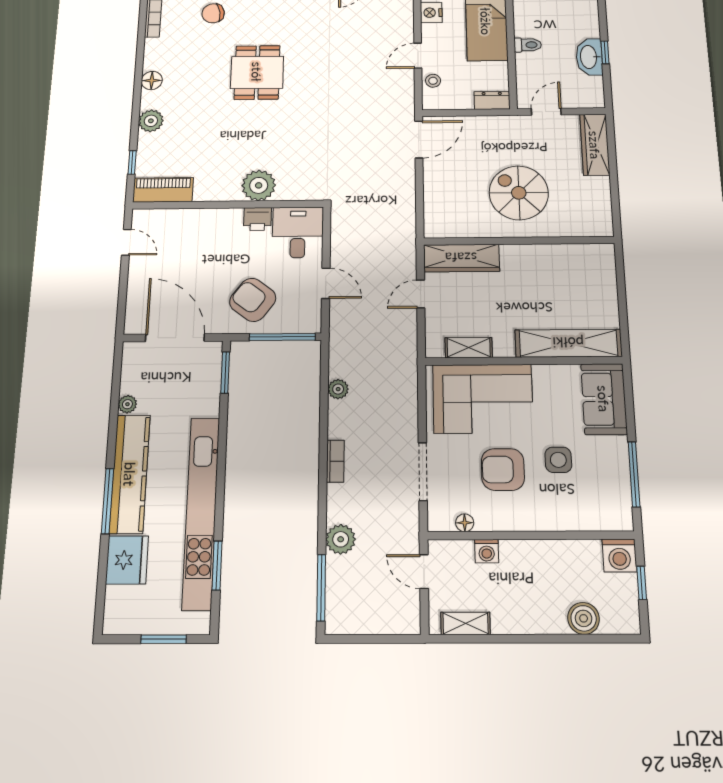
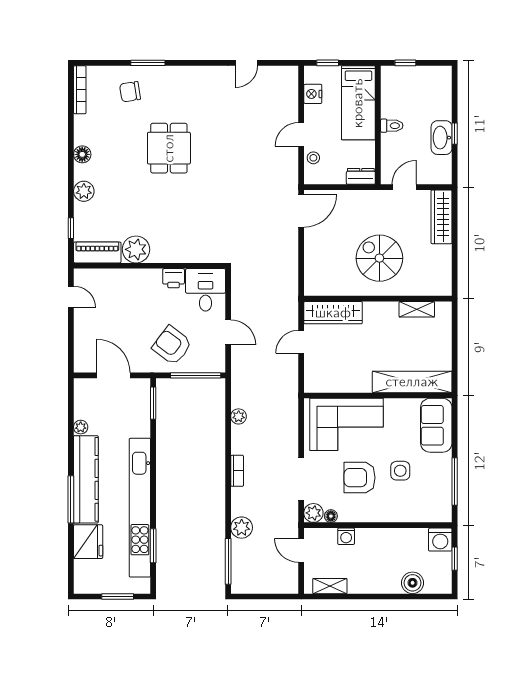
plant: (259, 185) -> (136, 249), moved
door: (175, 338) -> (114, 375), width x0.73
shelving: (469, 348) -> (417, 309), moved
plant: (440, 518) -> (313, 513), added

